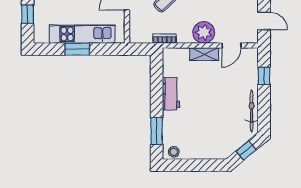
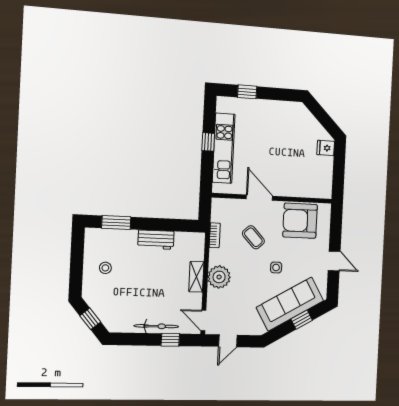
door: (231, 45) -> (203, 320), moved
window: (77, 49) -> (208, 142), width x0.67
bicycle: (252, 111) -> (156, 326), moved
stool: (174, 152) -> (105, 268), moved

